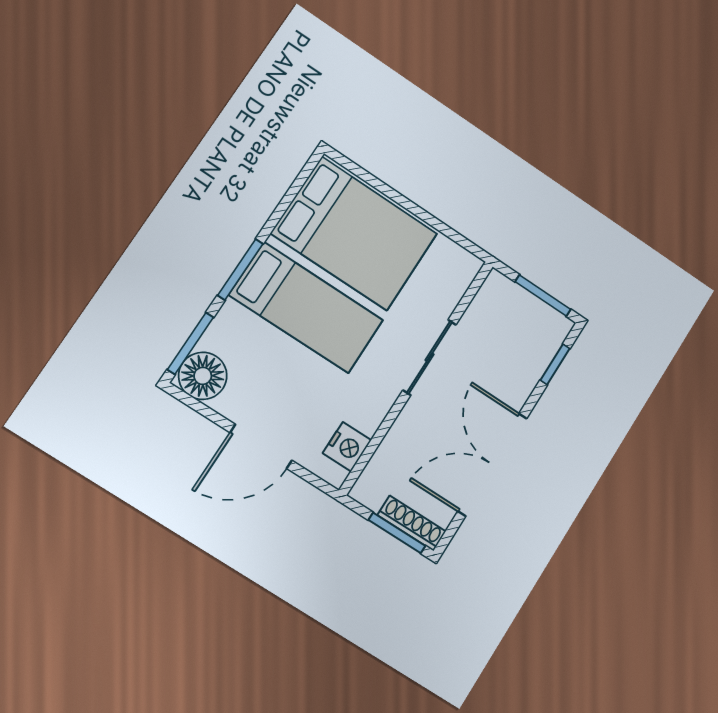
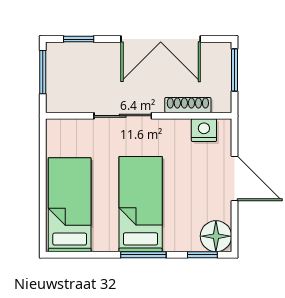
bed: (354, 234) -> (70, 205), width x0.67
window: (190, 343) -> (202, 255), width x0.67
shoe rack: (412, 523) -> (188, 105), moved, turned 90

